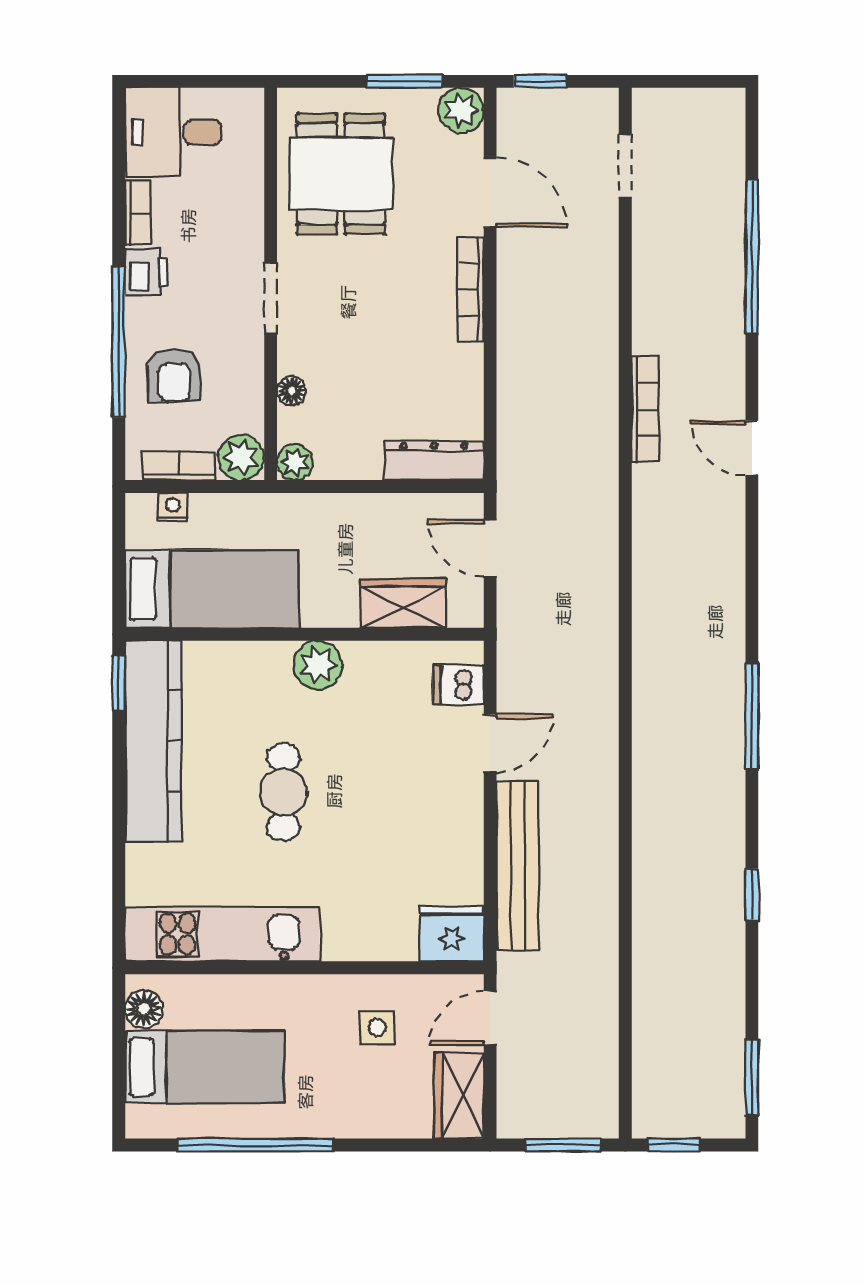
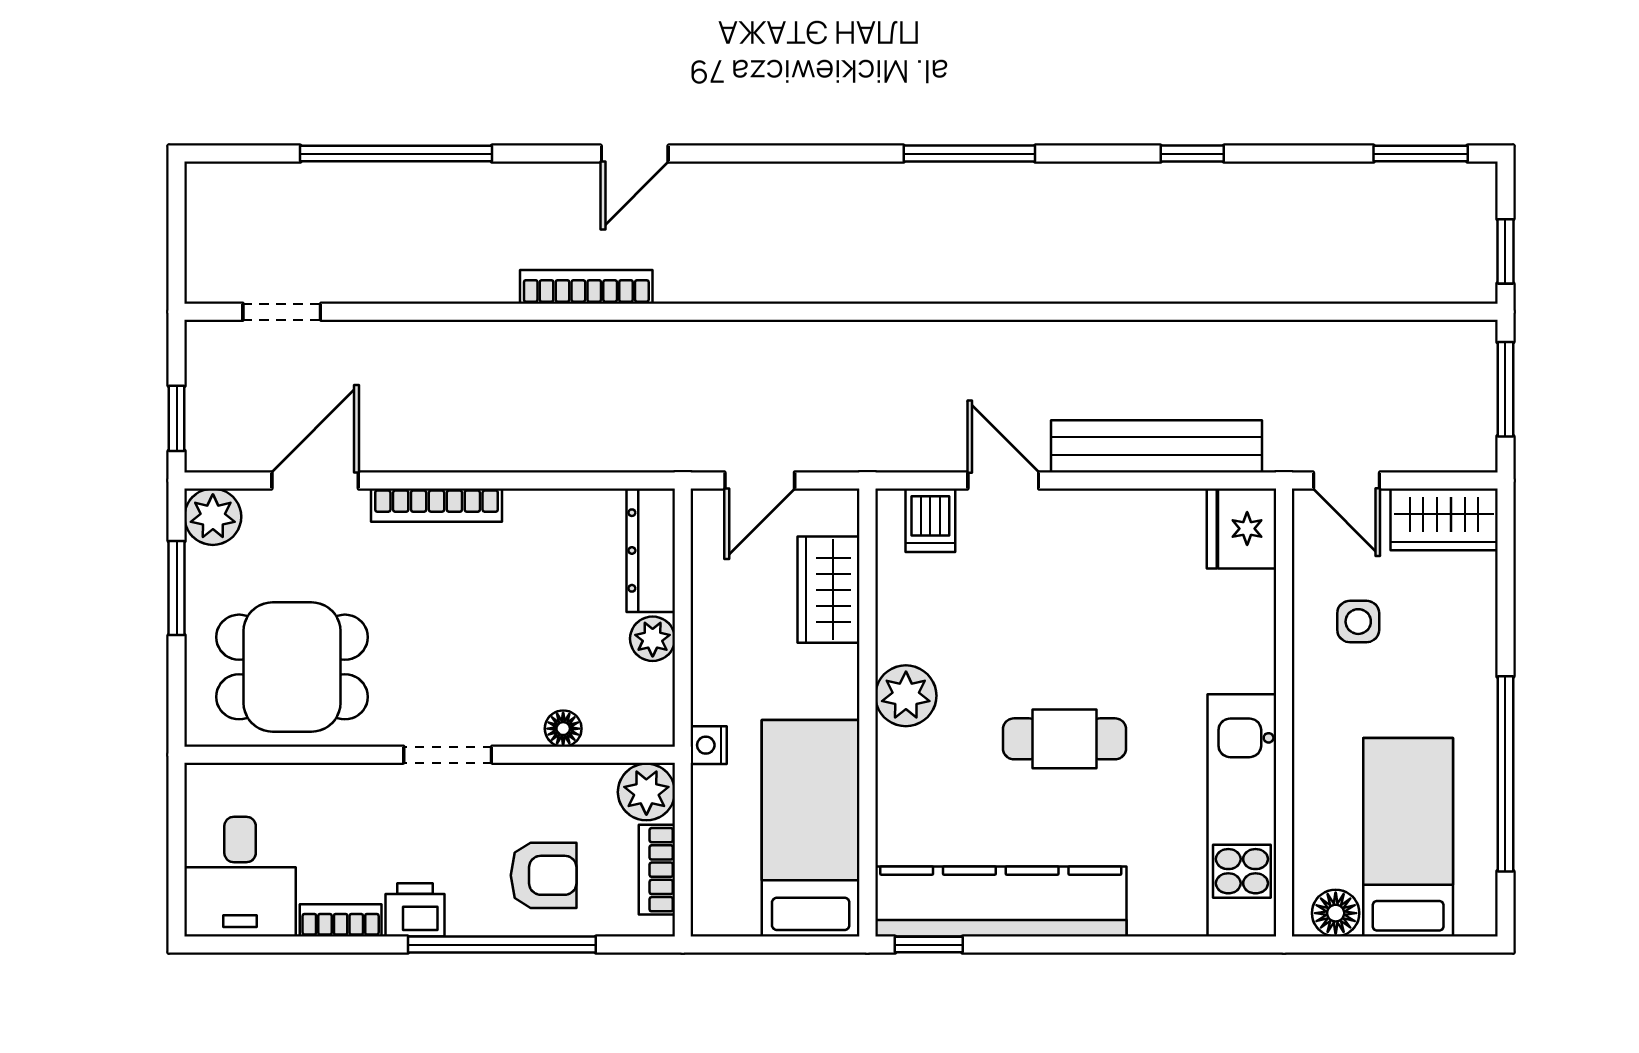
plant: (295, 462) -> (653, 639), moved
nightstand: (173, 507) -> (709, 745), moved

